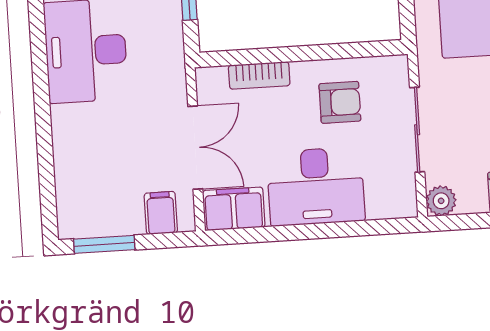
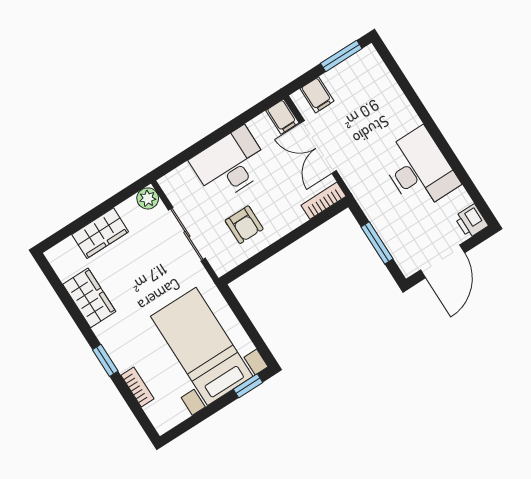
bookcase: (259, 75) -> (323, 201), moved
armchair: (340, 102) -> (244, 225), turned -90
filing cabinet: (234, 209) -> (282, 117), width x0.50

